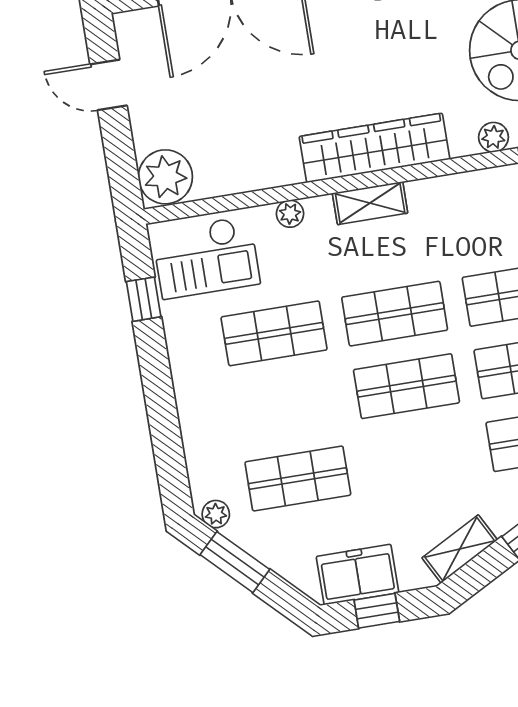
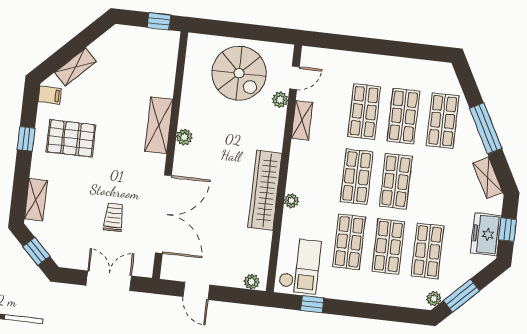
door: (109, 85) -> (196, 291), hinge flipped
wardrobe: (374, 148) -> (265, 190), moved
plant: (165, 177) -> (251, 282), width x0.53, depth x0.53
shelving: (370, 203) -> (302, 120), moved
plant: (290, 214) -> (291, 201), moved
shop shelf: (286, 406) -> (388, 246), added

